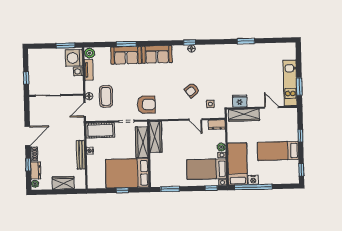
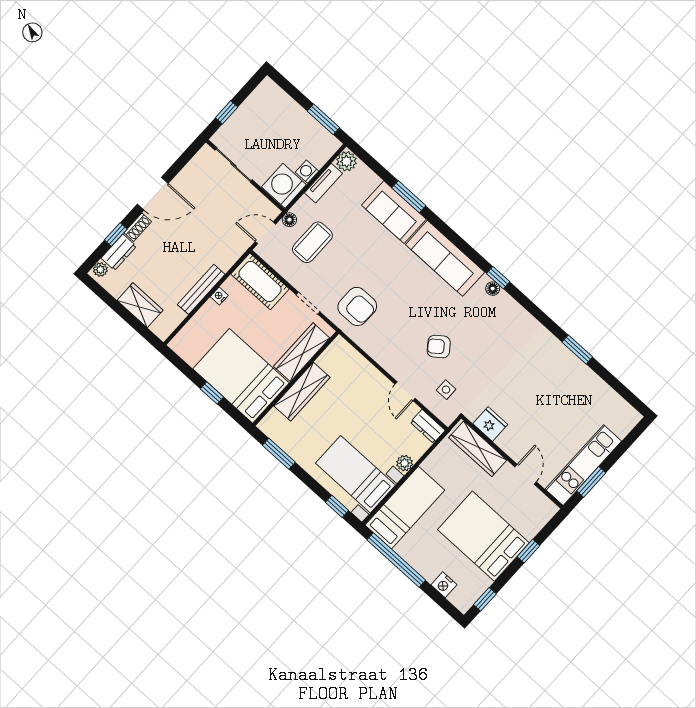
sofa: (157, 54) -> (445, 258), width x1.36
washing machine: (74, 58) -> (284, 186), moved
wardrobe: (156, 137) -> (302, 392), moved
bed: (278, 151) -> (483, 536), width x1.50
nightstand: (253, 180) -> (444, 585), moved

